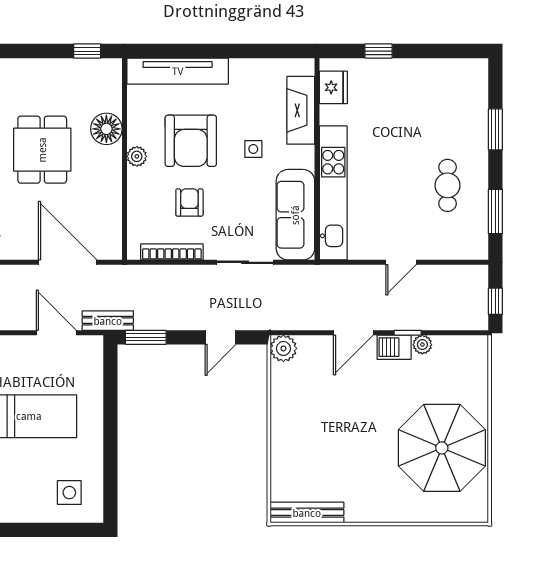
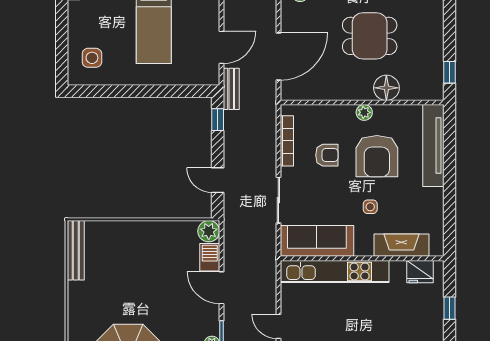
armchair: (191, 141) -> (377, 156), turned -90
window: (146, 337) -> (218, 120), width x0.67
barbecue: (394, 347) -> (210, 257), moved

